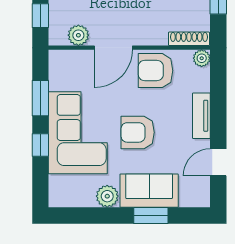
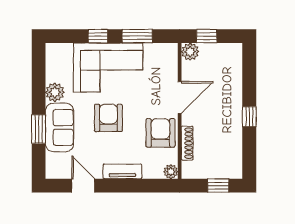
plant: (78, 35) -> (190, 52), moved
shoe rack: (189, 39) -> (187, 143), moved
door: (113, 48) -> (180, 97), swing flipped

